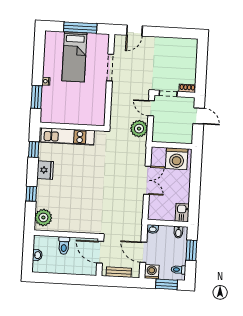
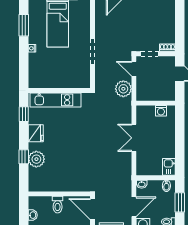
doorway: (110, 68) -> (93, 51), moved
window: (37, 97) -> (24, 25), moved
washing machine: (177, 159) -> (161, 111), width x0.53, depth x0.53
double door: (147, 180) -> (134, 138), swing flipped
plant: (43, 217) -> (36, 159), moved
door: (143, 252) -> (134, 207), swing flipped

